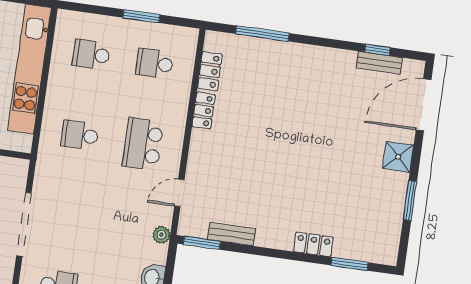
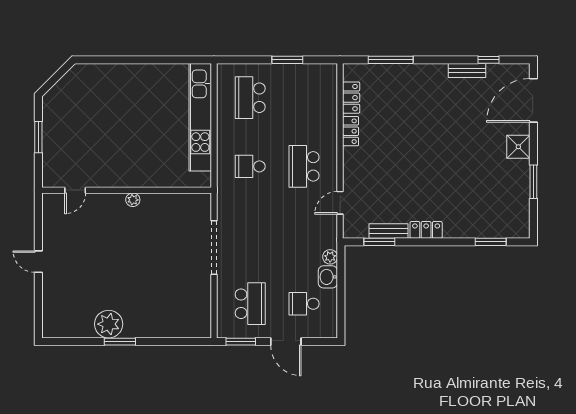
school desk: (91, 54) -> (250, 98), width x1.85
school desk: (154, 63) -> (304, 98), removed
bench: (379, 63) -> (467, 70), moved
plant: (161, 235) -> (330, 257), moved
window: (202, 243) -> (379, 242), moved
locker: (313, 244) -> (426, 230), moved

